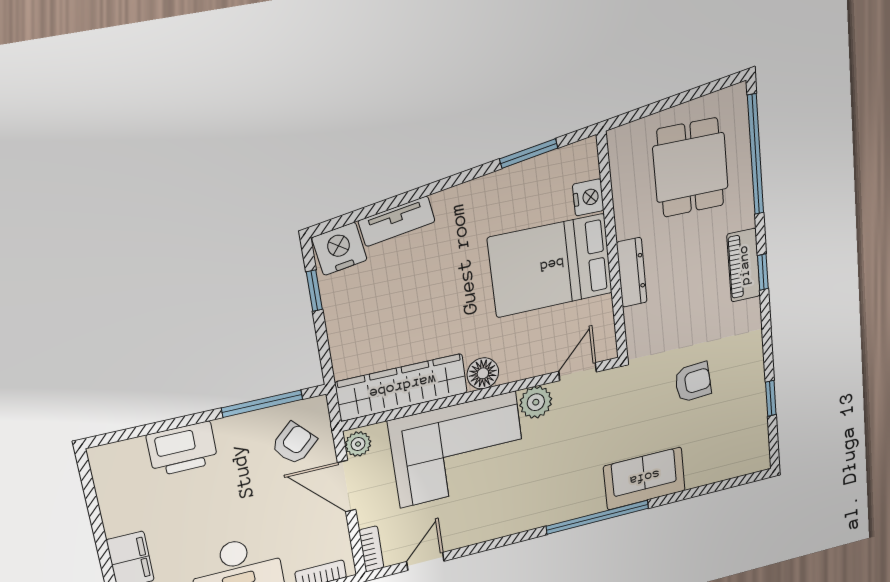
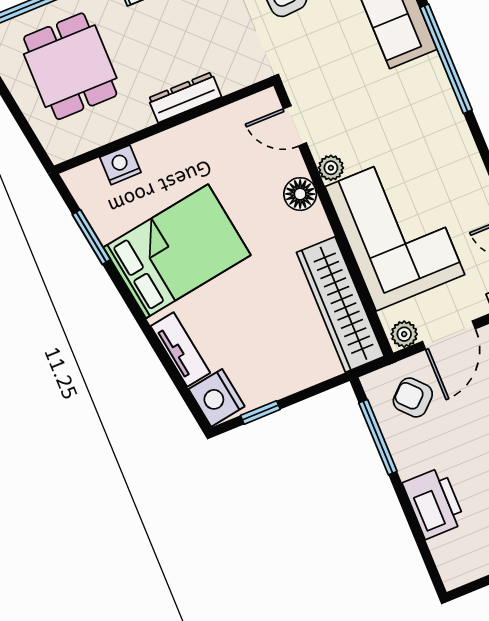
dining table: (691, 167) -> (70, 66), turned 90
bed: (551, 265) -> (177, 251), moved, turned -99
floor lamp: (483, 373) -> (300, 194), moved
plant: (536, 402) -> (331, 168), width x0.73, depth x0.73

